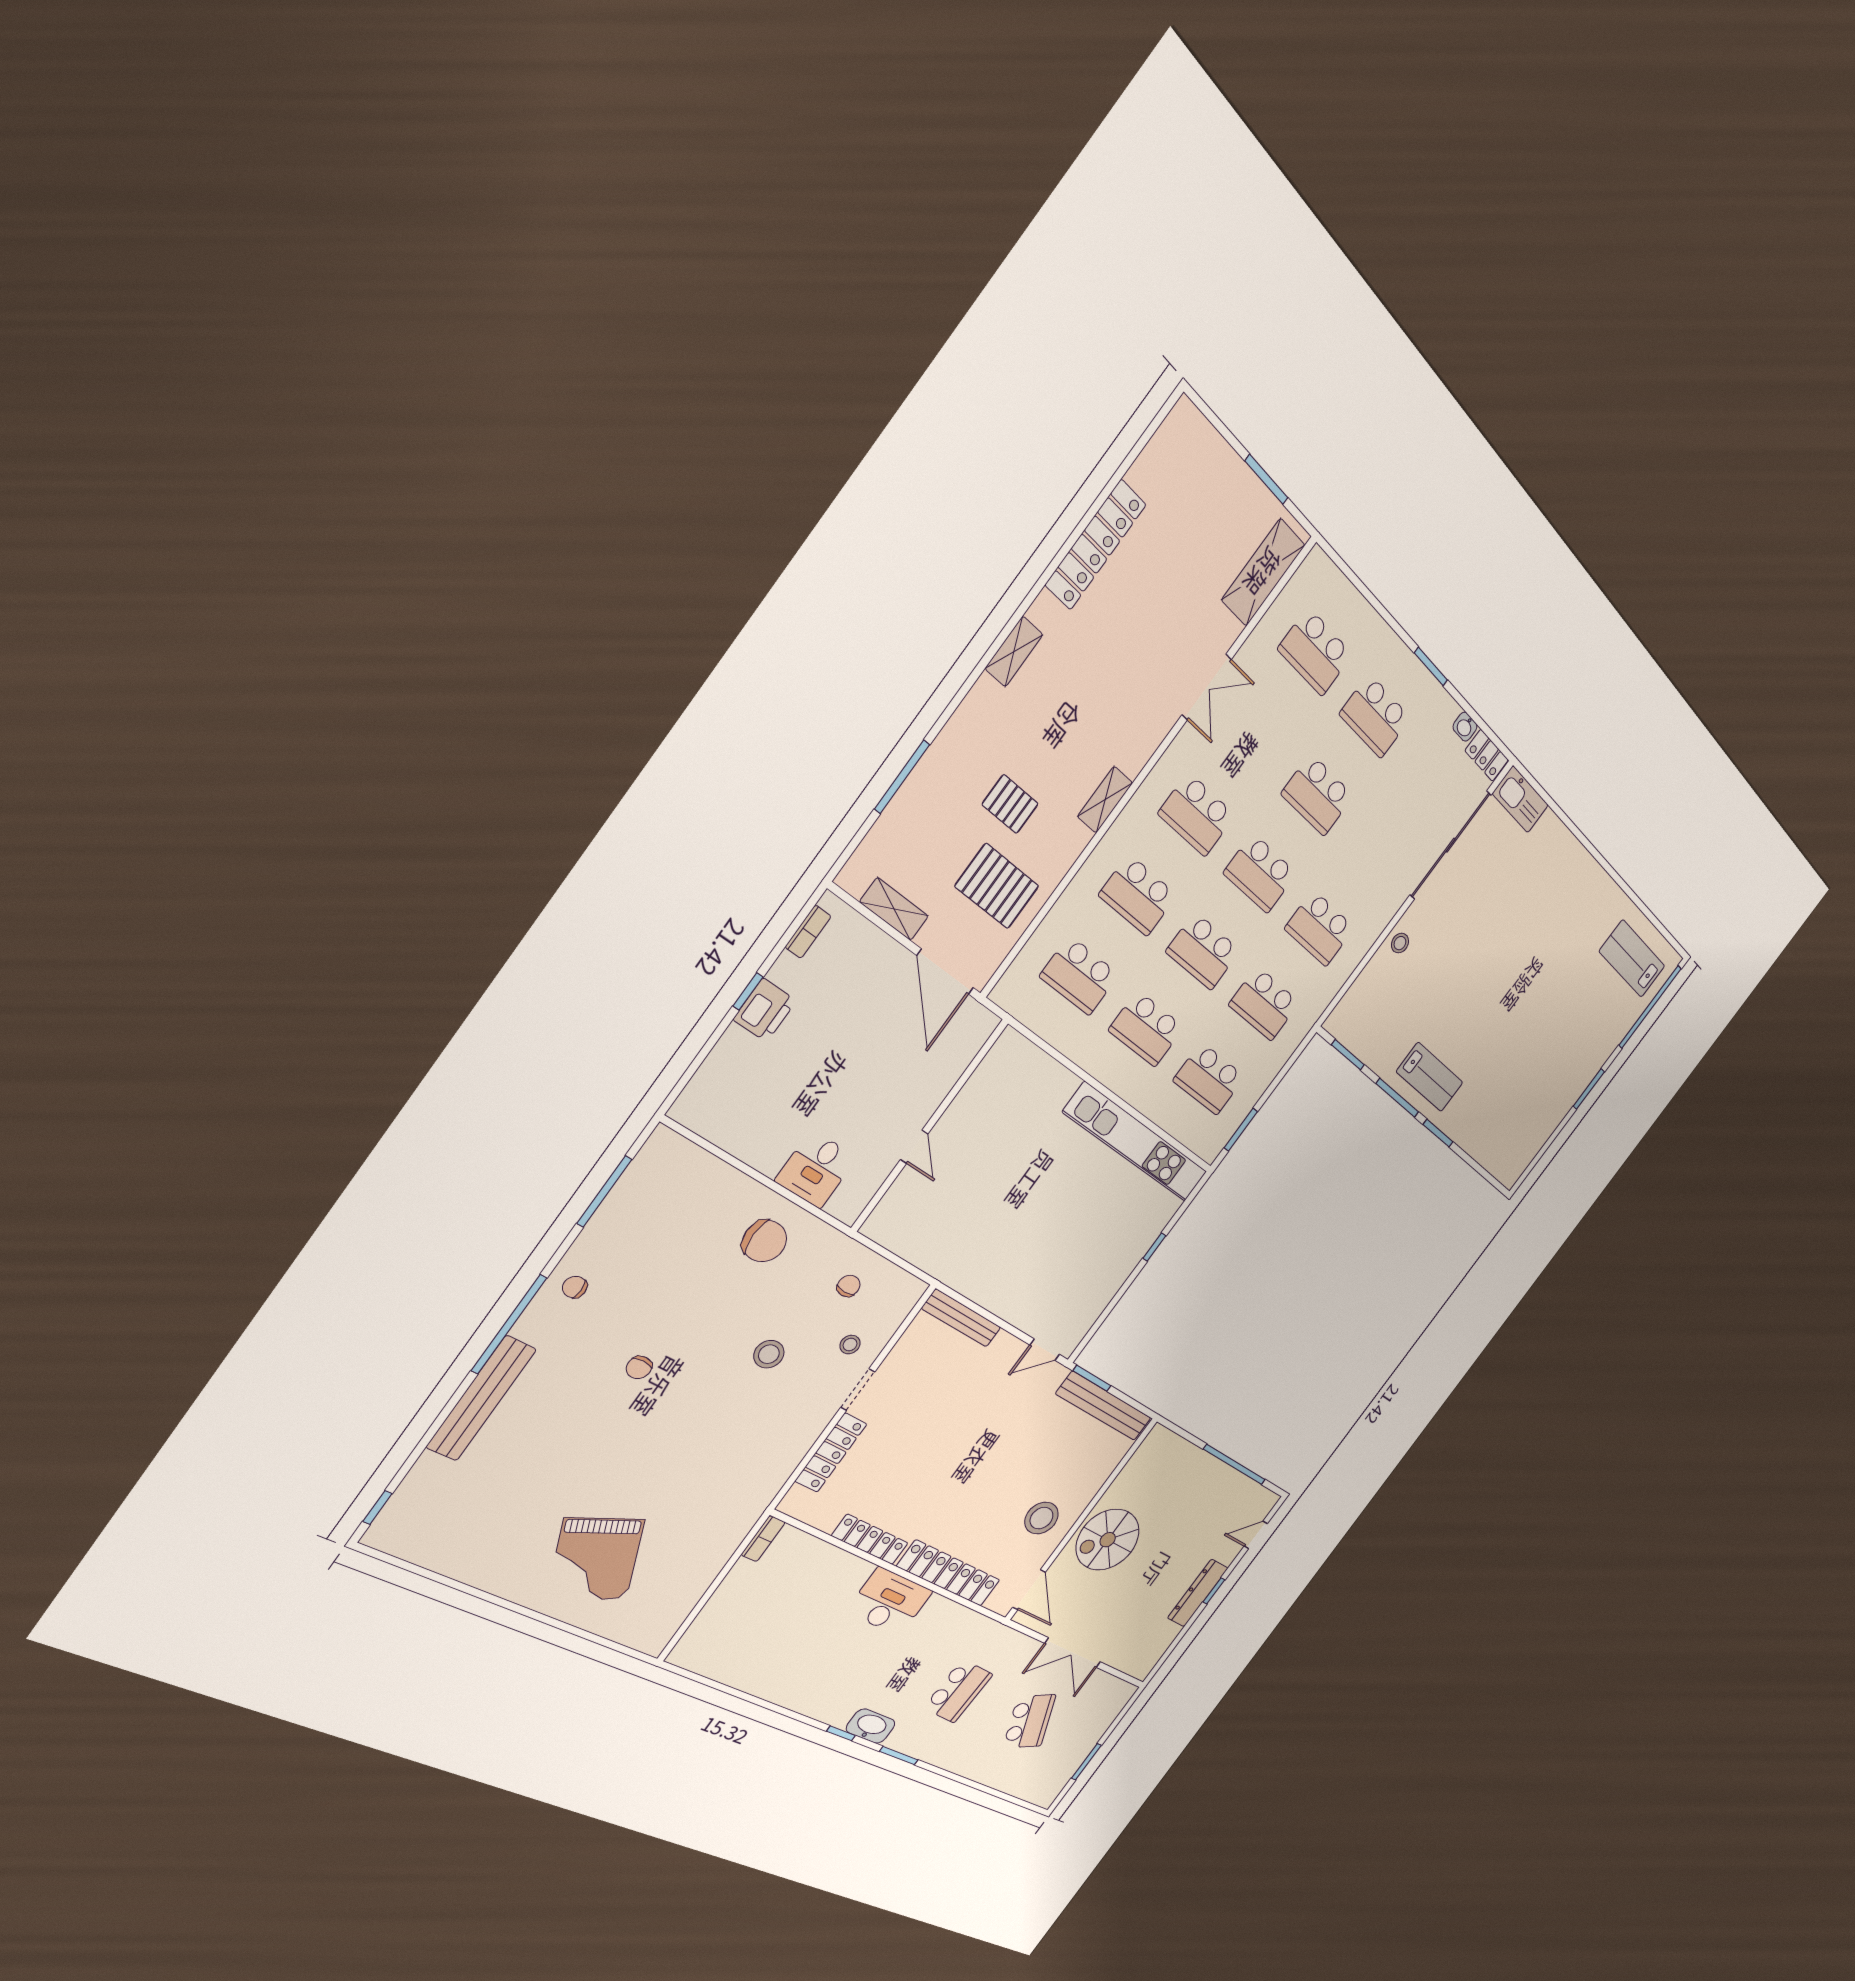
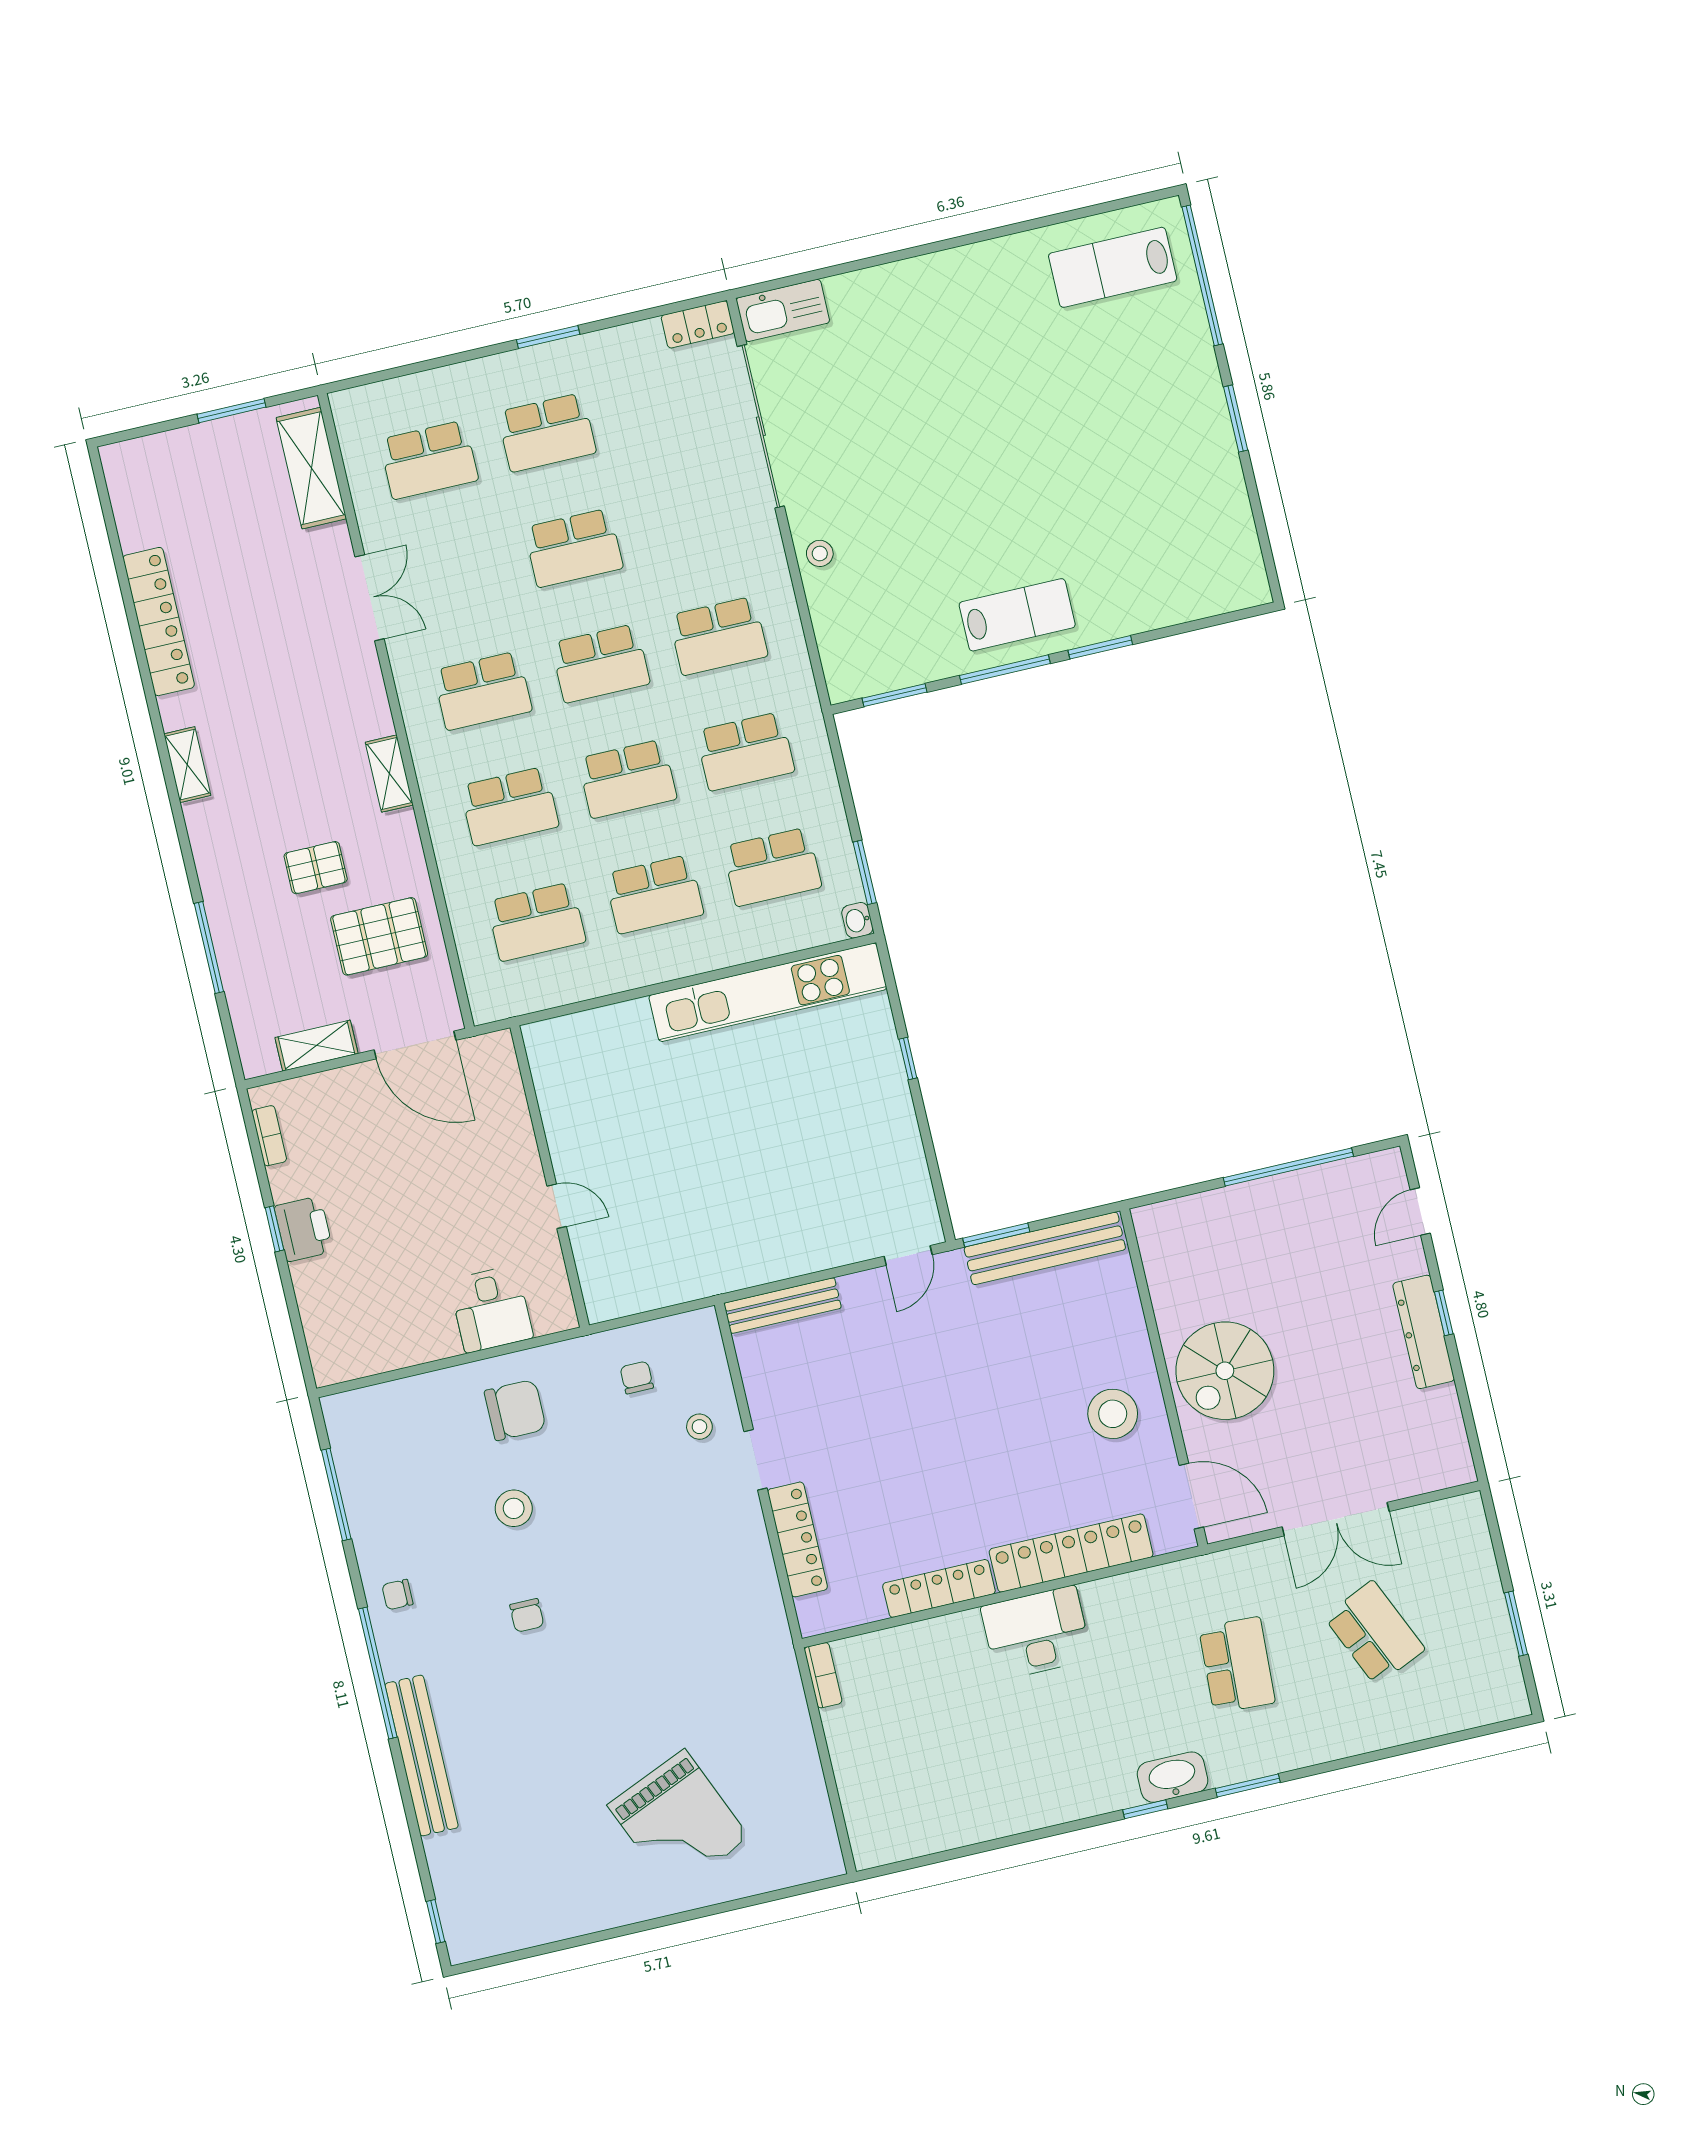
washbasin: (1465, 727) -> (857, 920), moved, turned 90
stool: (769, 1354) -> (514, 1508), moved

